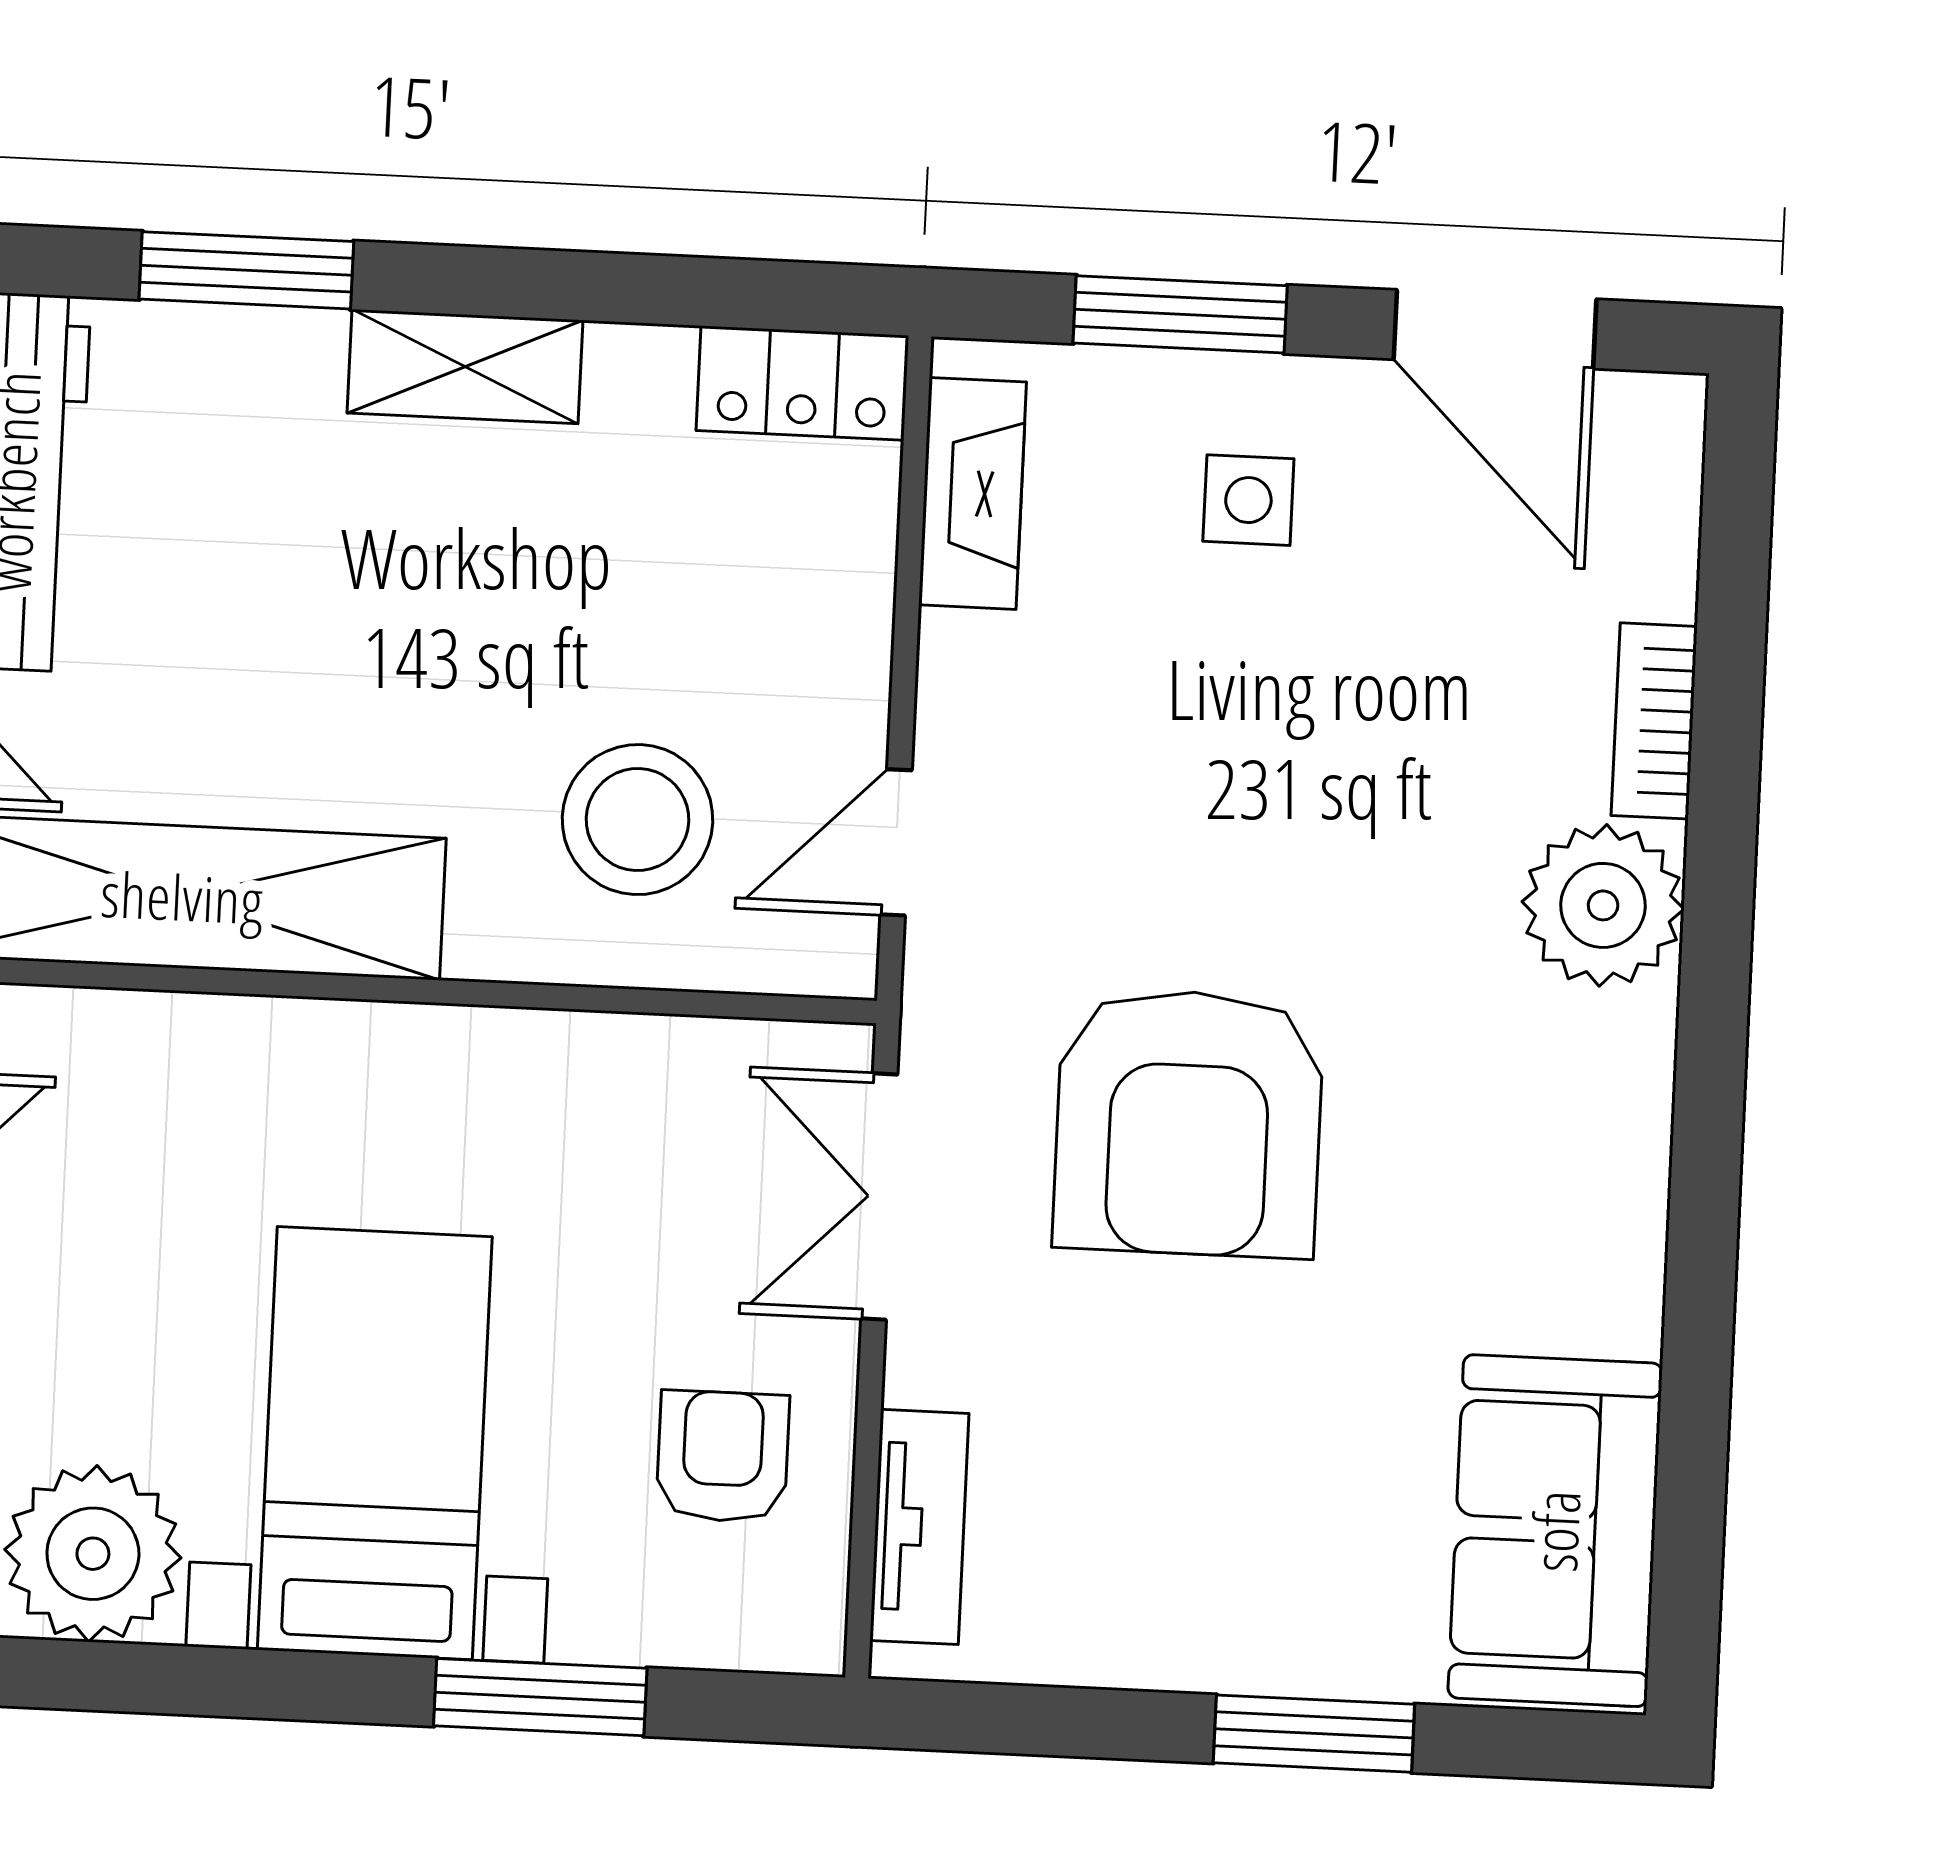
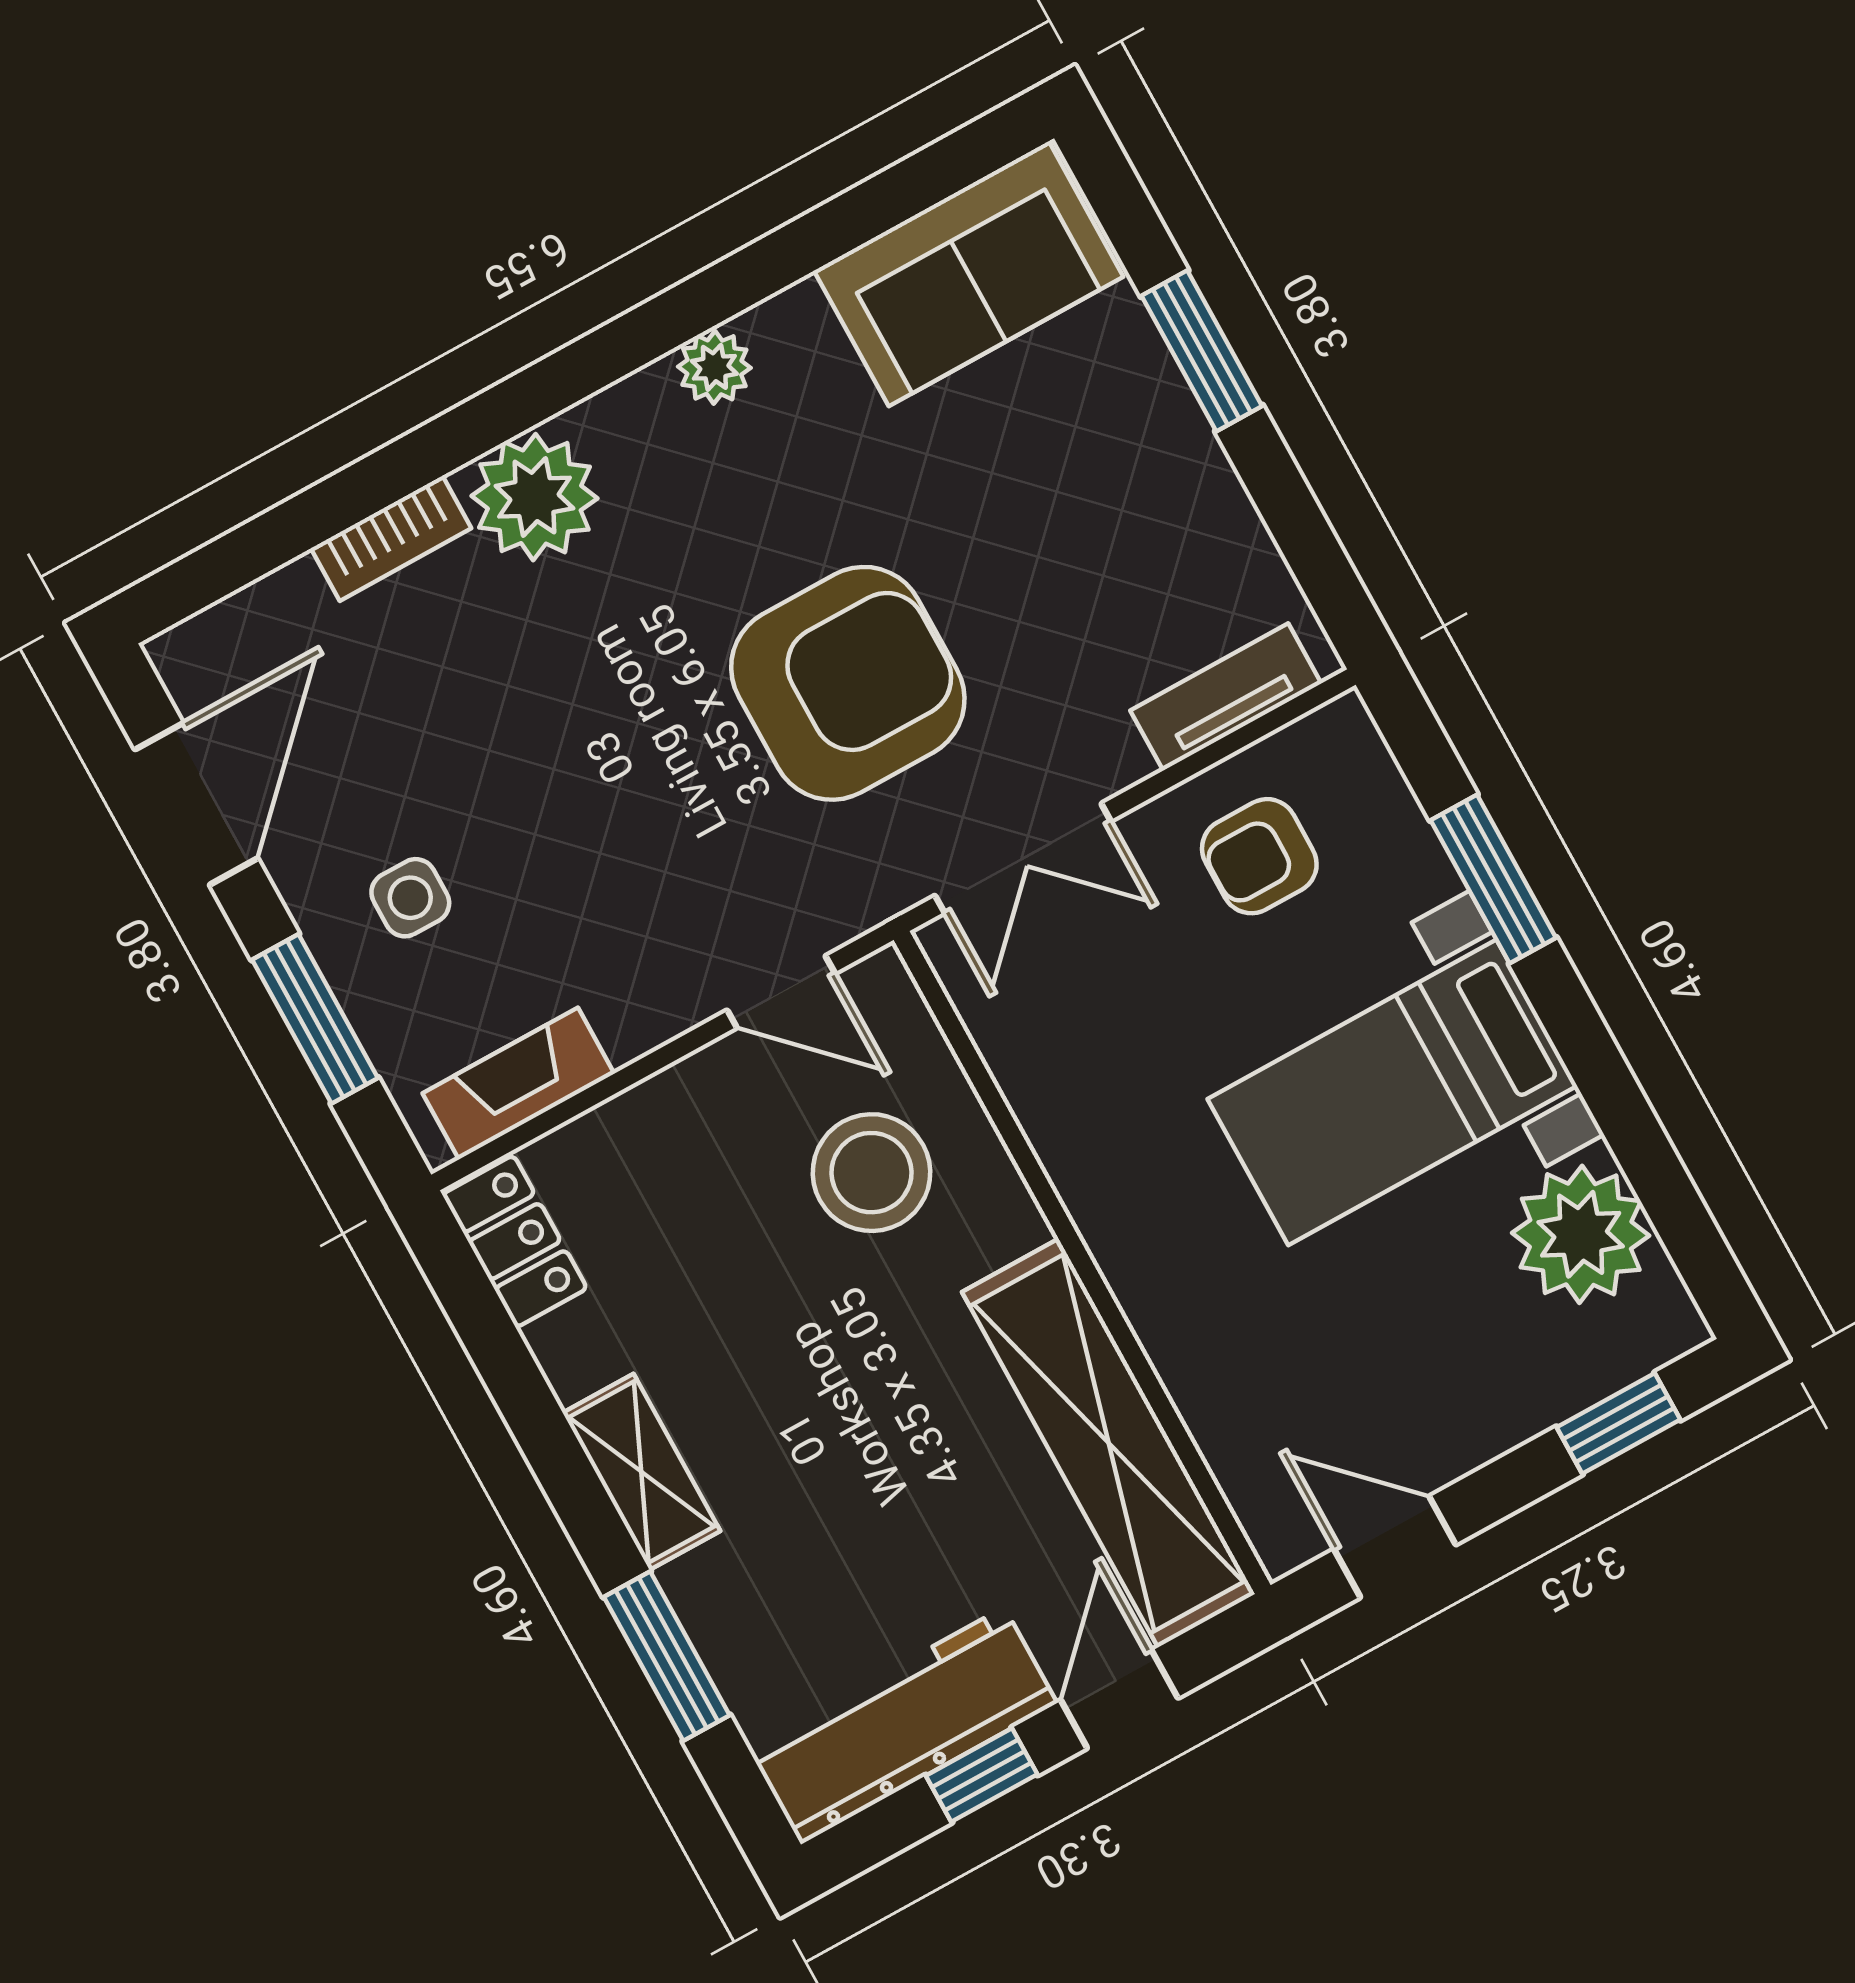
plant: (1624, 1190) -> (714, 367), added

